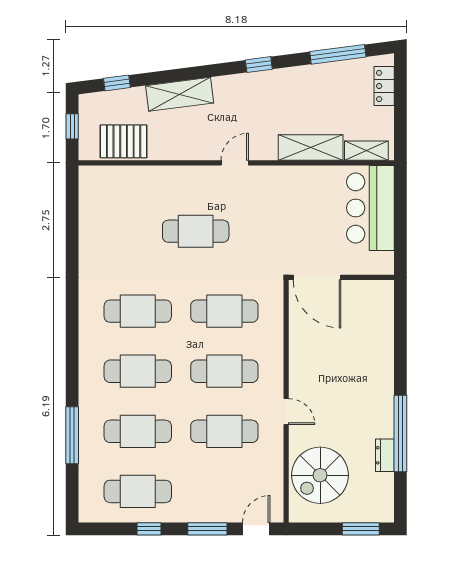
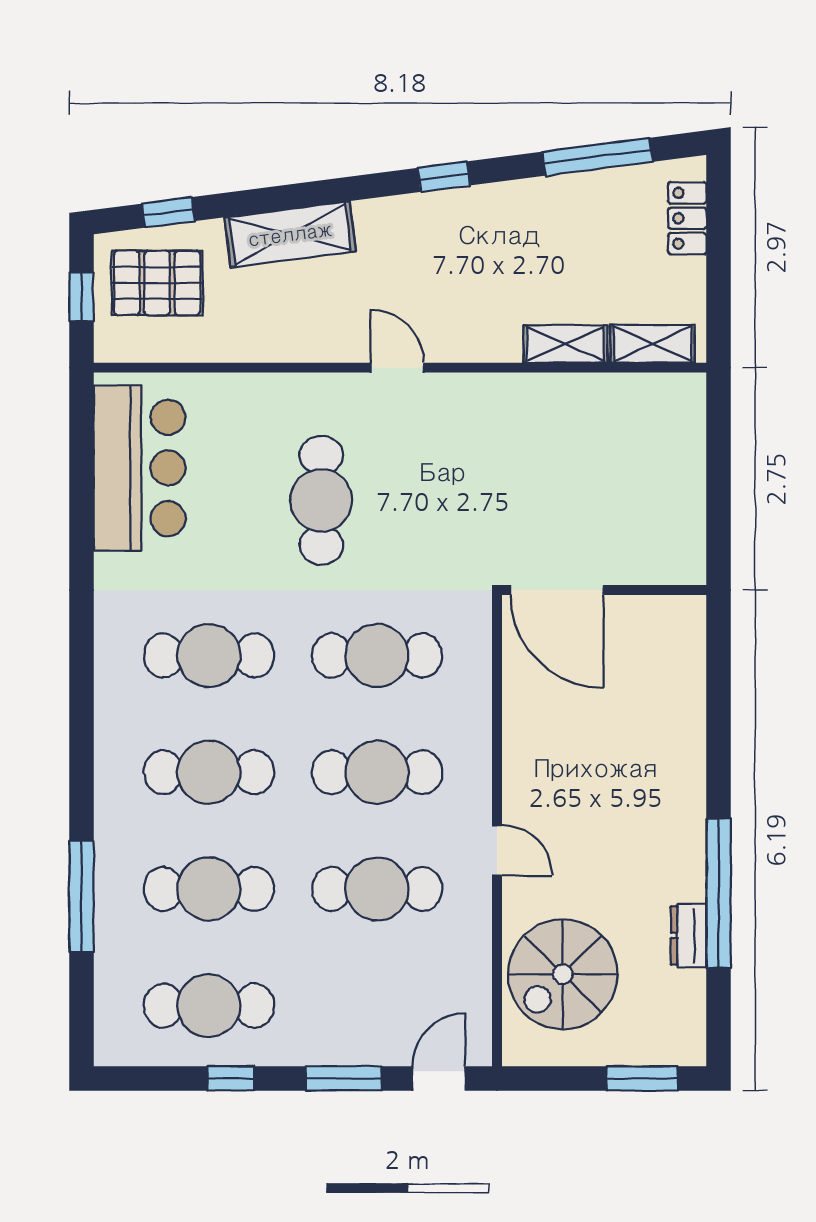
pallet: (124, 141) -> (157, 283), moved
shelving: (311, 148) -> (566, 344), width x0.67, depth x0.75
door: (235, 163) -> (397, 368), hinge flipped
bar counter: (370, 208) -> (140, 468), moved, turned 180
cafe table: (196, 231) -> (321, 500), turned 90

